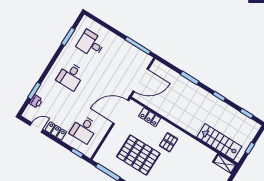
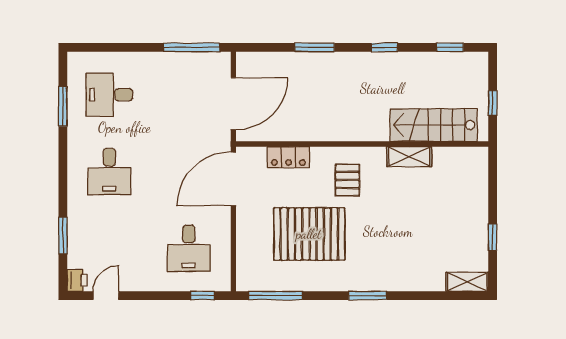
printer: (36, 101) -> (77, 280), moved
locker: (56, 131) -> (143, 281), removed
shelving: (225, 164) -> (409, 157), moved

